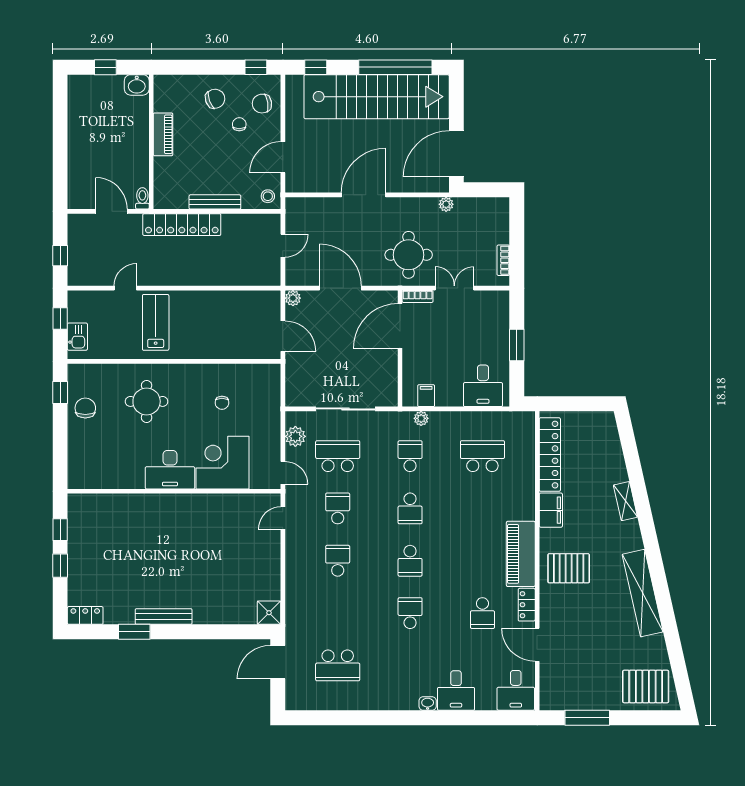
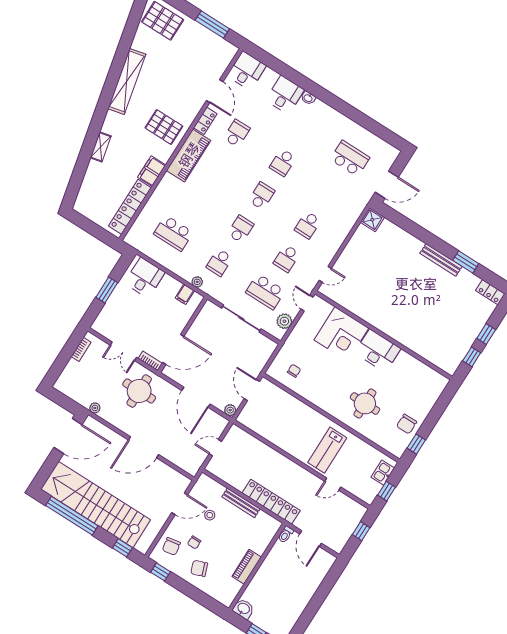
chair: (262, 104) -> (171, 546), turned 89
stool: (268, 196) -> (210, 515), moved
chair: (222, 403) -> (294, 371), moved

